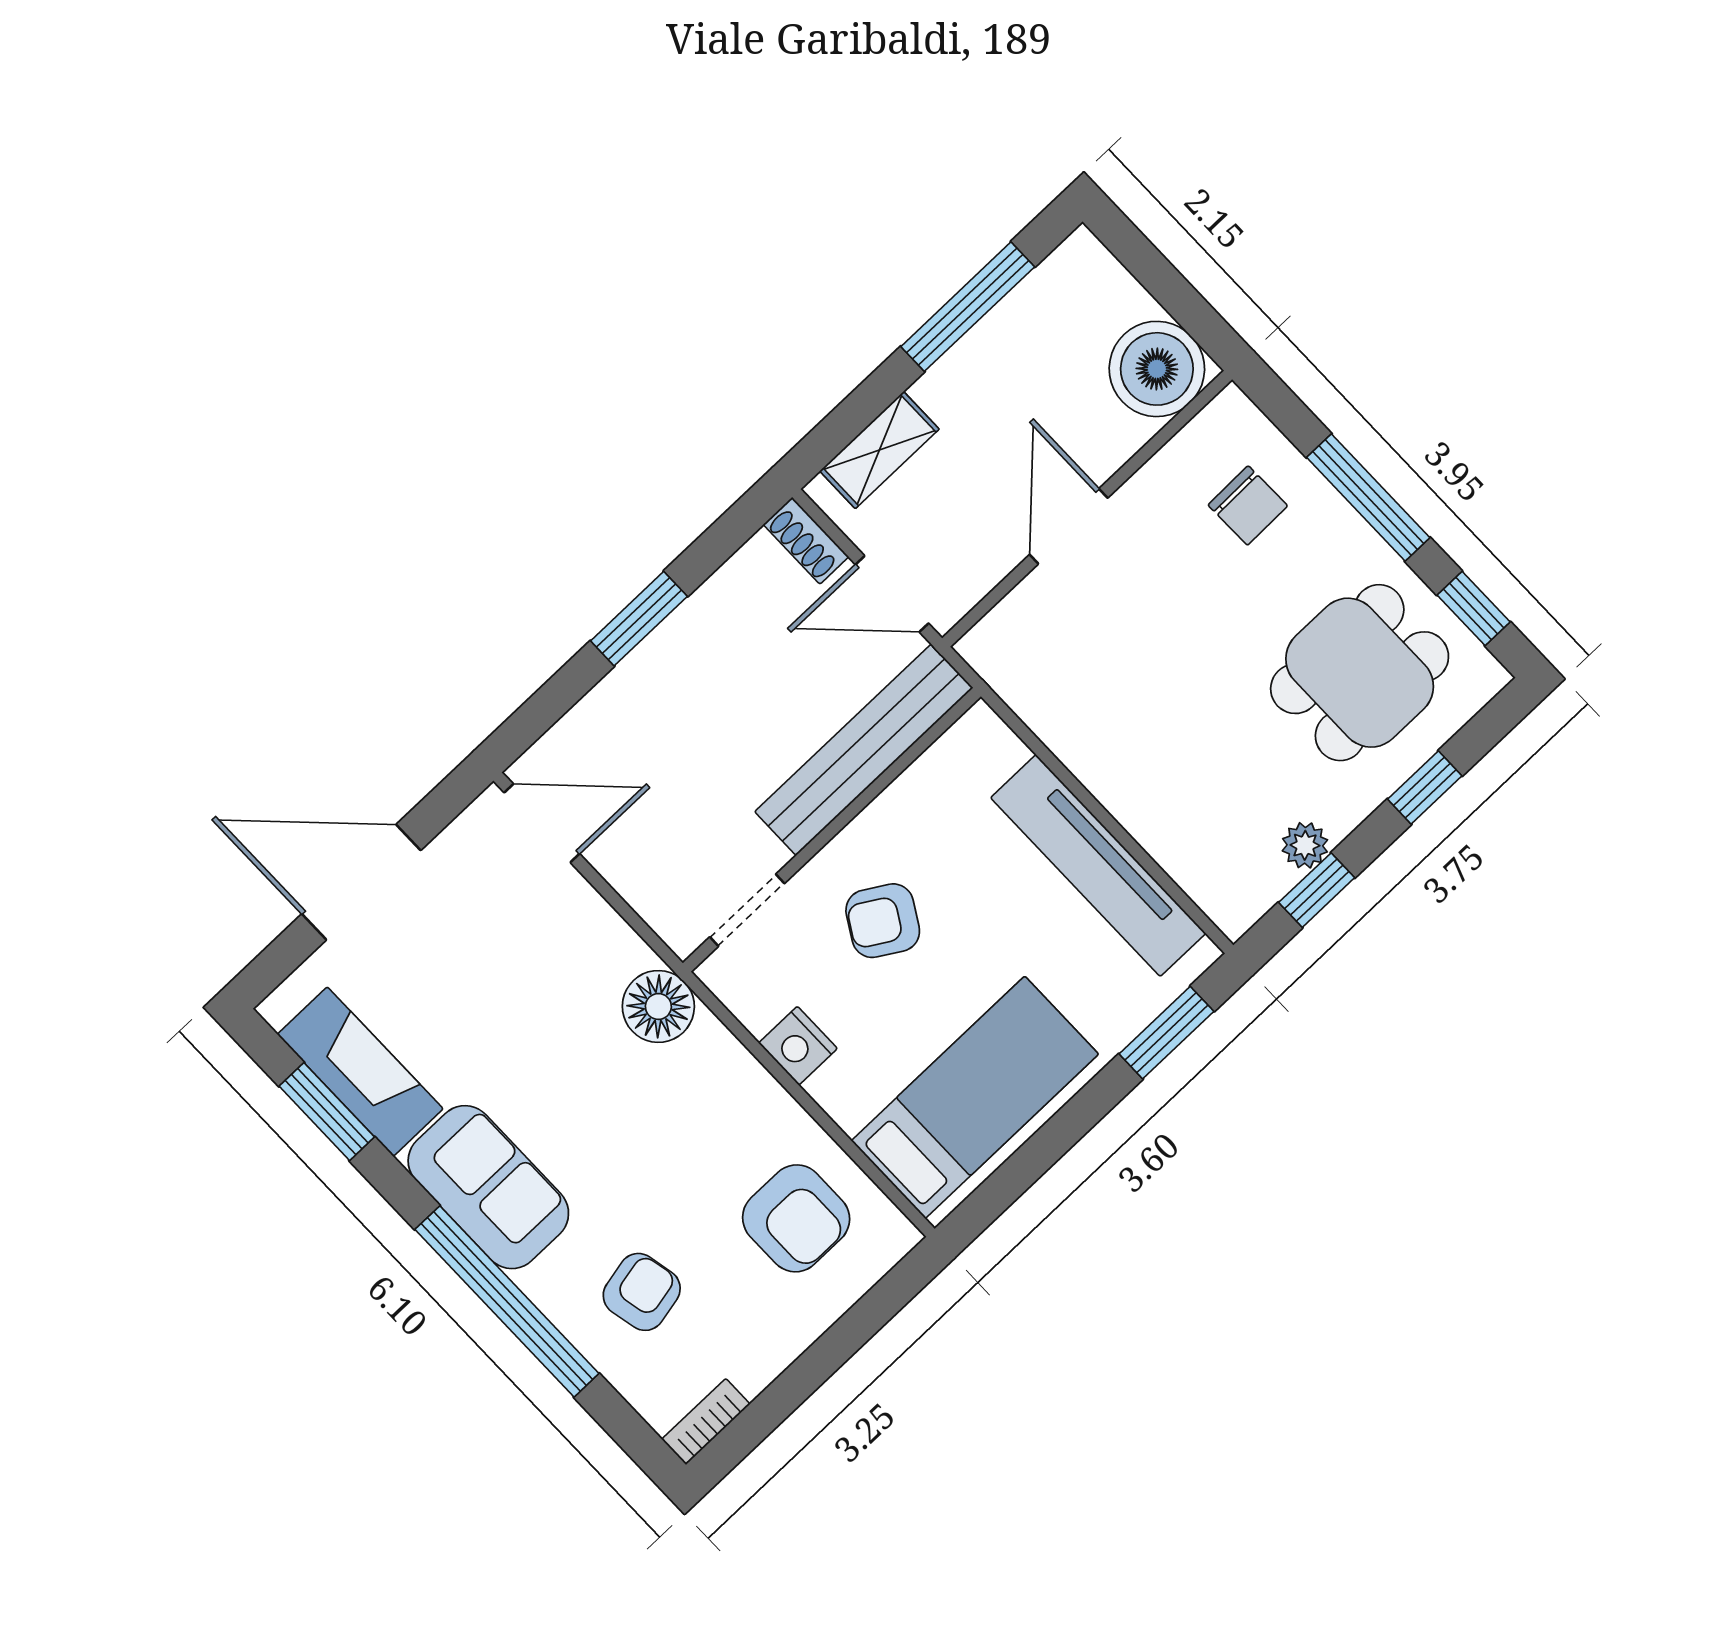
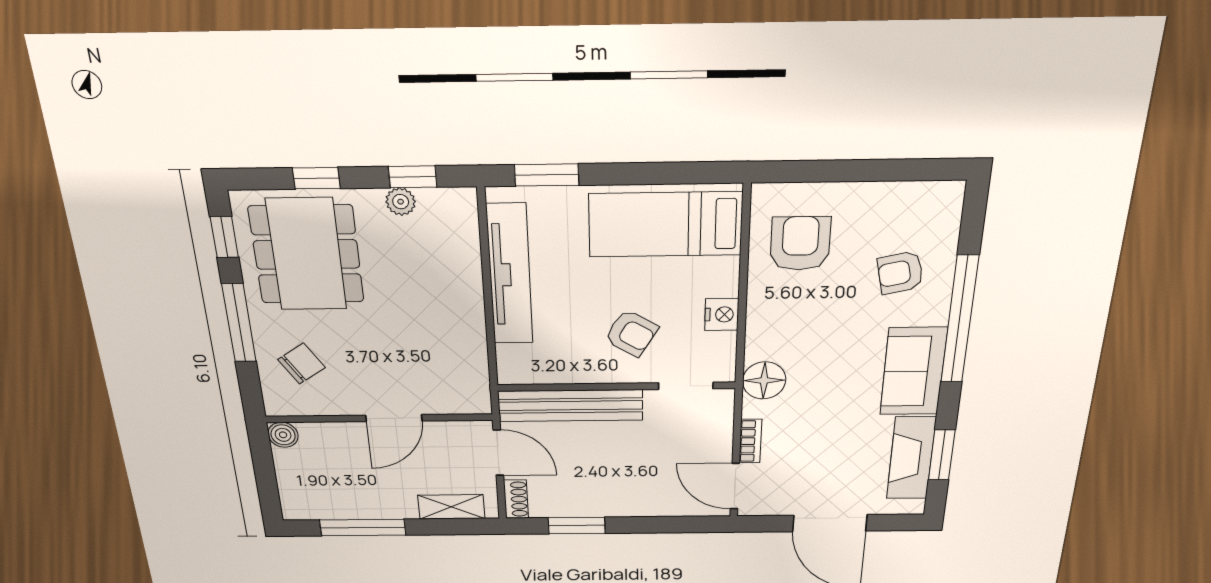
boiler: (1157, 369) -> (283, 435), width x0.54, depth x0.54
chair: (1248, 505) -> (301, 364), turned 58
window: (639, 619) -> (577, 526), moved
dining table: (1360, 673) -> (307, 254), width x1.38
bookcase: (706, 1422) -> (750, 441), moved, turned -90

